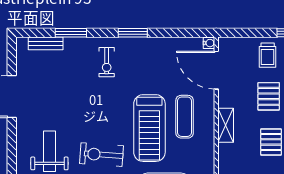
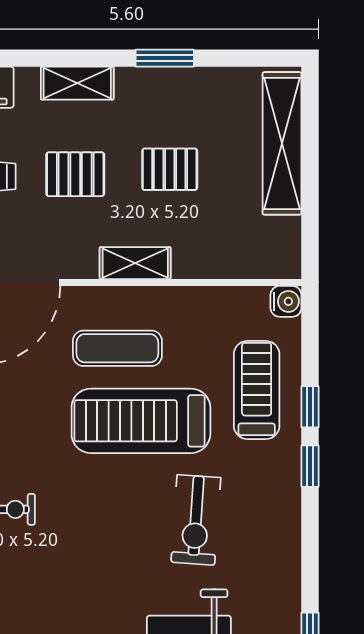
treadmill: (149, 128) -> (141, 421), turned 180

